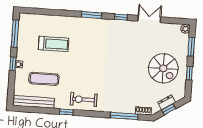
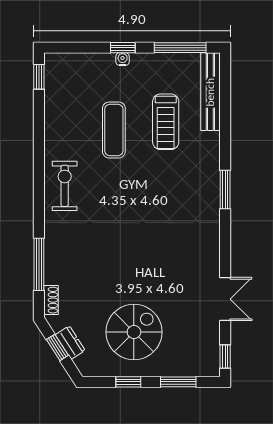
window: (121, 17) -> (225, 357), moved
plant: (185, 29) -> (212, 368), removed
spiral stairs: (163, 68) -> (134, 332), turned 180
exercise mat: (44, 79) -> (114, 130), moved
bench: (34, 102) -> (210, 92), moved
window: (66, 112) -> (39, 77), moved

